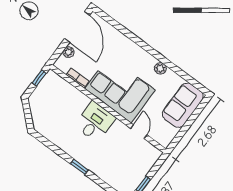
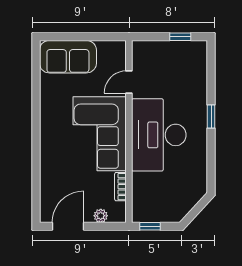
door: (77, 27) -> (68, 226), width x0.73
plant: (160, 68) -> (47, 108), removed
desk: (95, 122) -> (159, 135), width x1.87, depth x1.30

